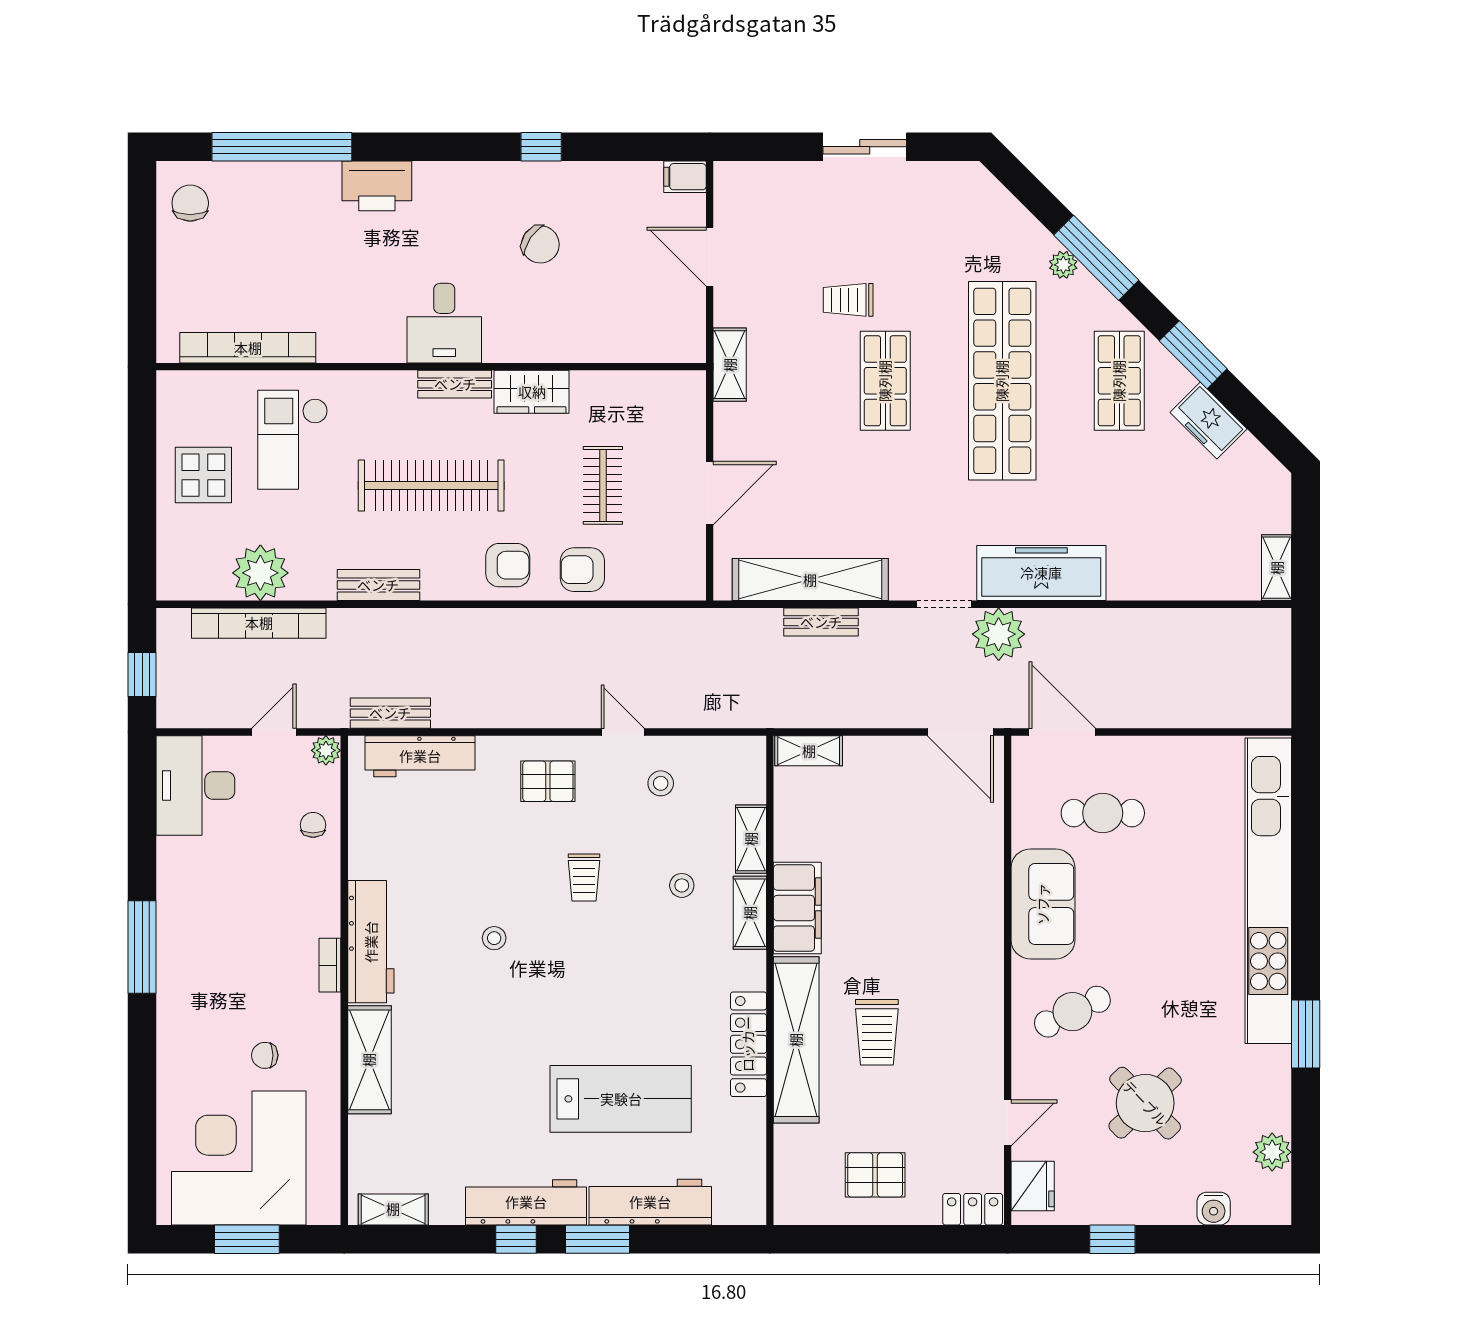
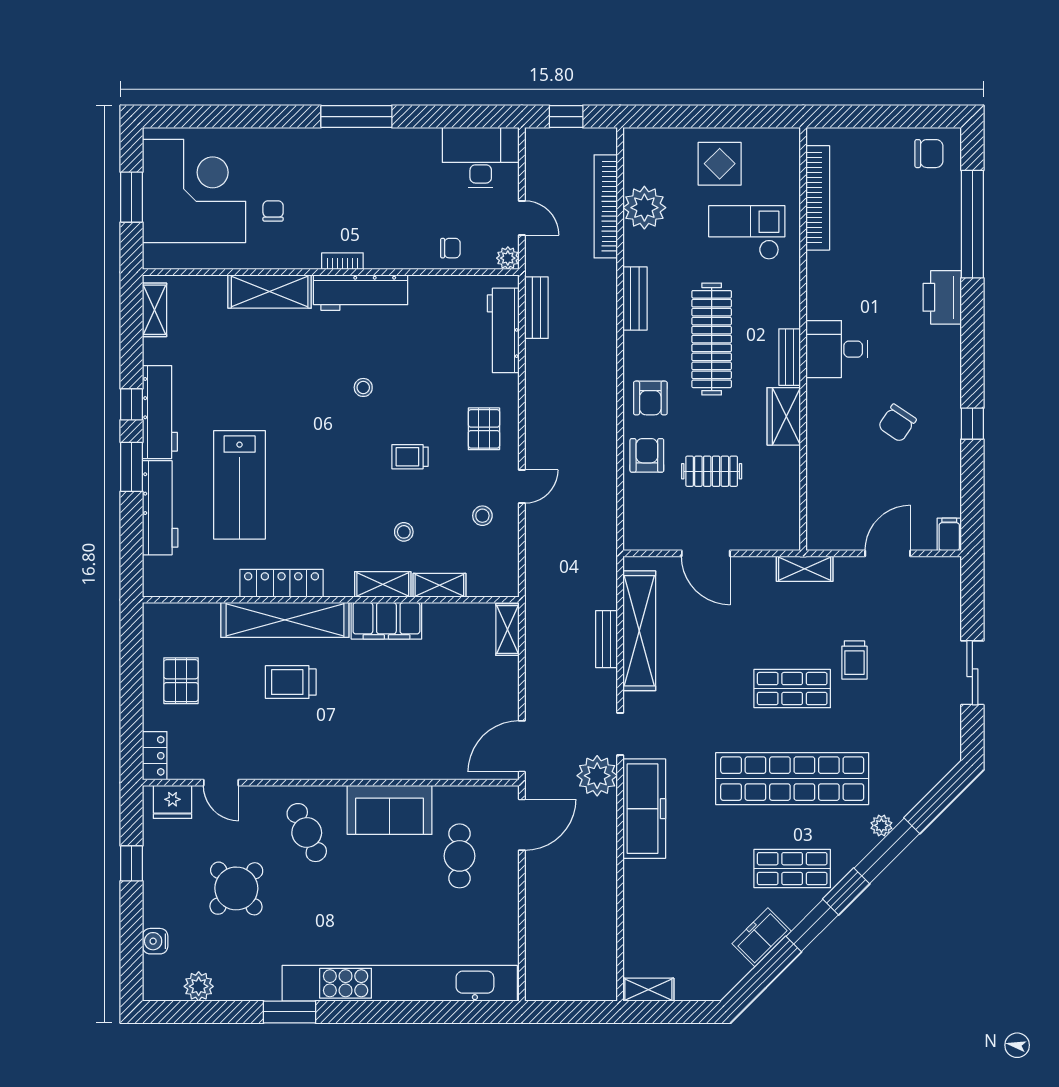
trolley: (848, 300) -> (854, 660), turned 180

